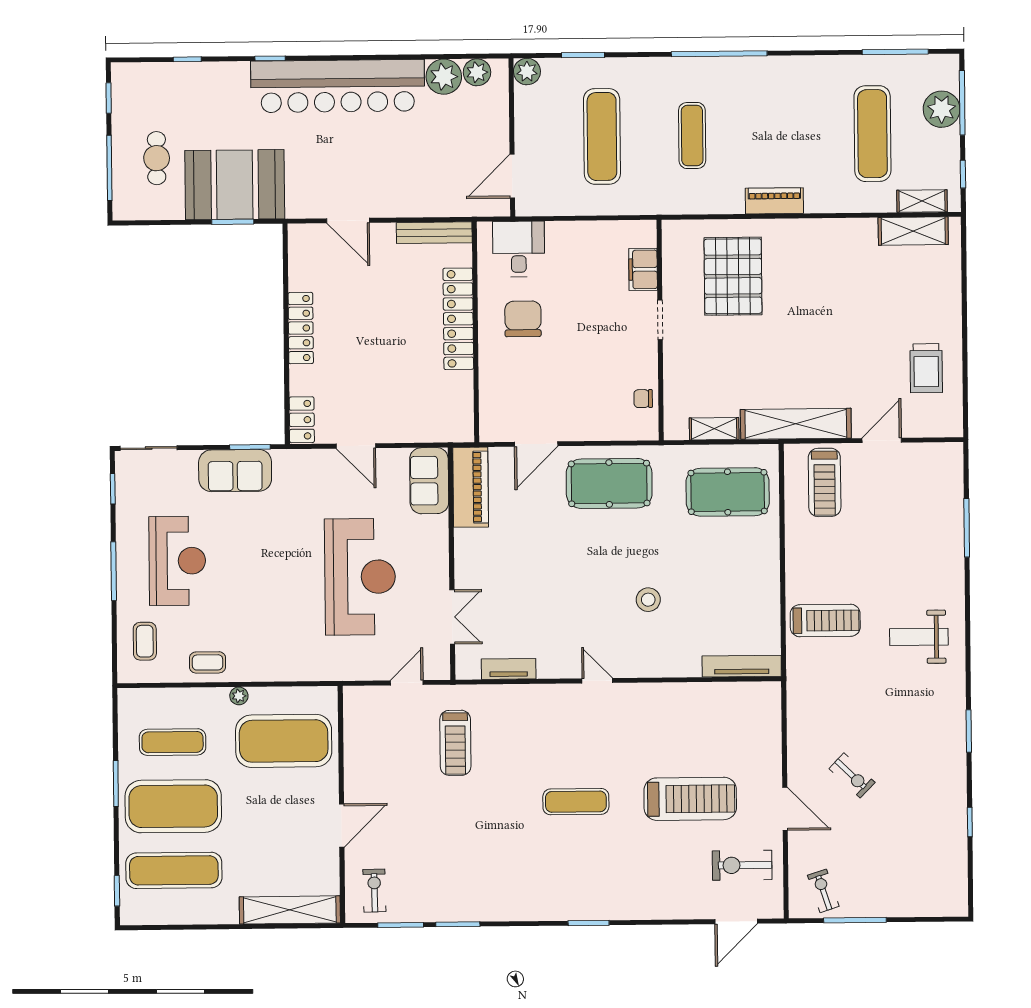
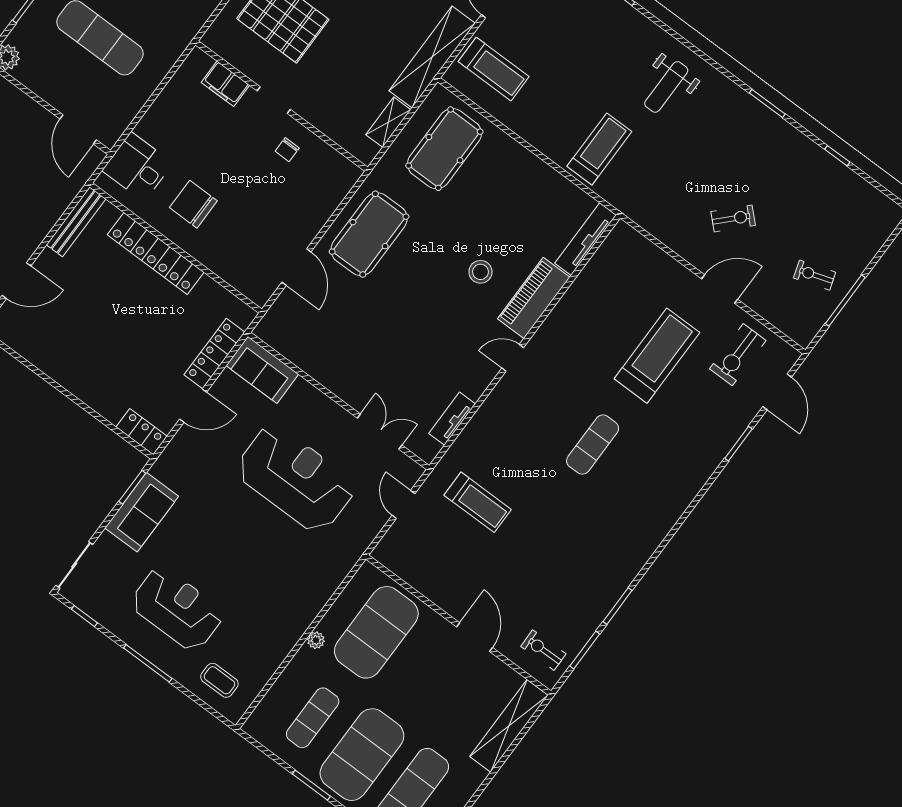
locker: (301, 328) -> (214, 353), moved, turned -90
chair: (643, 399) -> (287, 150), moved
piano: (471, 487) -> (534, 298), moved, turned -90
coffee table: (208, 662) -> (272, 645), removed
exercise bike: (823, 891) -> (815, 275), moved
window: (589, 923) -> (739, 444), moved

